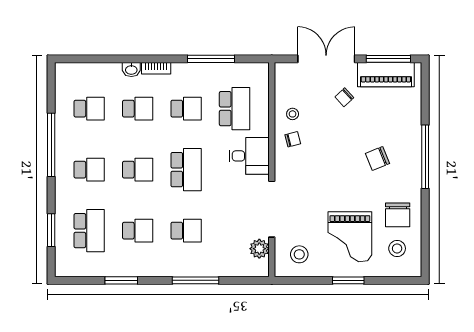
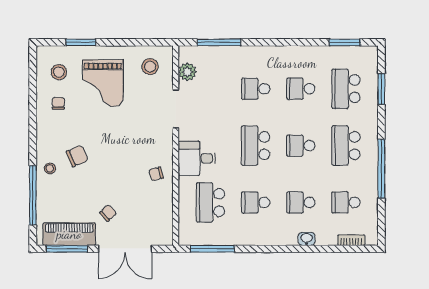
window: (211, 59) -> (212, 249), moved
bookcase: (156, 68) -> (351, 240), moved
stool: (293, 114) -> (50, 168), moved
window: (425, 157) -> (33, 195), moved
school desk: (89, 170) -> (346, 146), width x1.85
doorway: (272, 209) -> (176, 109), width x0.73
chair: (398, 215) -> (58, 103), width x0.54, depth x0.54
grand piano: (350, 237) -> (103, 83), turned 180
window: (121, 280) -> (345, 42), moved
window: (195, 280) -> (219, 42), moved
window: (348, 280) -> (81, 42), moved

